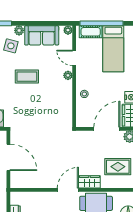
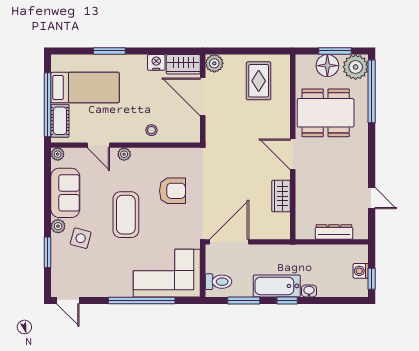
door: (74, 58) -> (98, 145), hinge flipped
coffee table: (27, 77) -> (126, 215), width x1.36, depth x1.32
armchair: (43, 108) -> (172, 191), added
door: (8, 157) -> (229, 242), moved
wardrobe: (89, 182) -> (281, 196), moved

